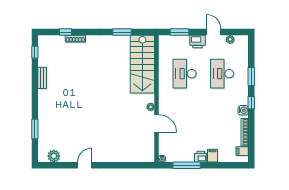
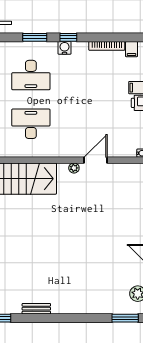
desk: (185, 74) -> (31, 124), turned 180
water cooler: (243, 110) -> (65, 48), moved
window: (35, 129) -> (125, 318), moved

